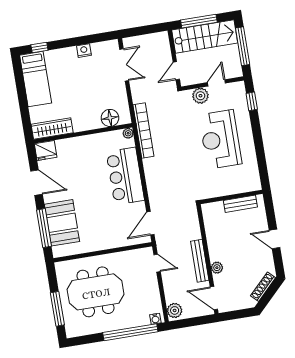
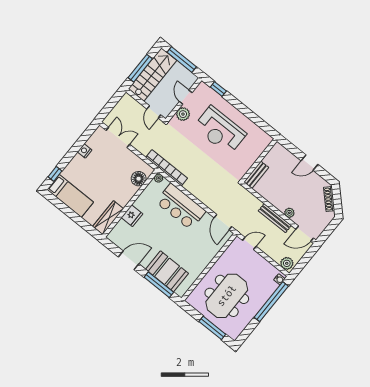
fridge: (46, 150) -> (132, 216), moved
bench: (240, 204) -> (256, 175), moved

